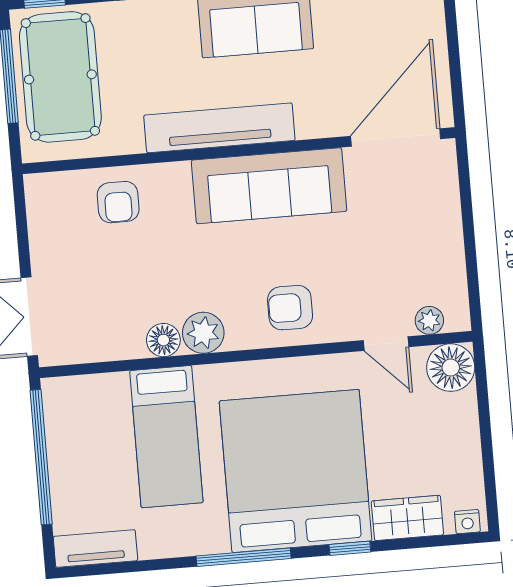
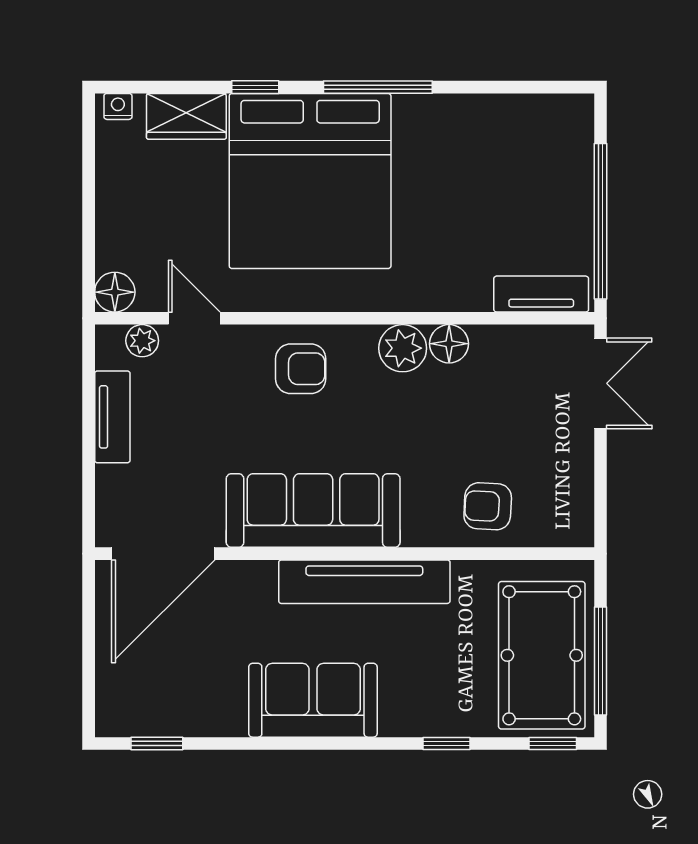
armchair: (118, 202) -> (488, 506), turned -87
tv unit: (450, 252) -> (112, 417), added
floor lamp: (451, 368) -> (115, 292), width x0.73, depth x0.73
bed: (166, 437) -> (455, 233), removed
tv unit: (95, 548) -> (541, 294), moved, turned 180

